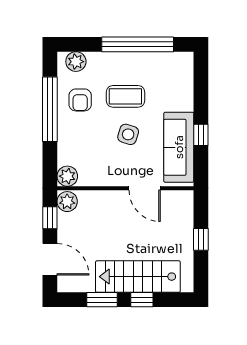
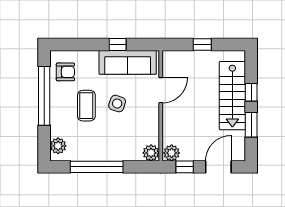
armchair: (80, 100) -> (65, 72), moved

